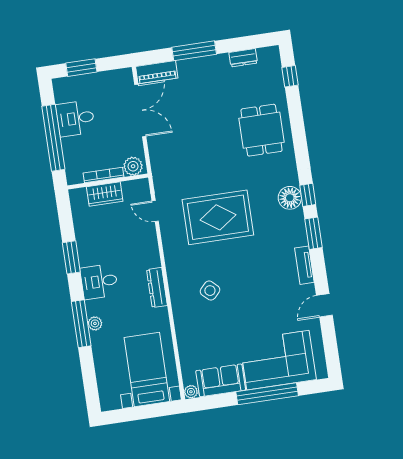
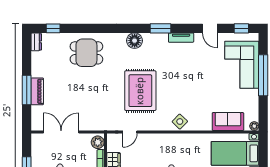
dresser: (243, 58) -> (36, 42), moved
piano: (157, 72) -> (37, 91), moved
window: (308, 195) -> (241, 28), moved
dresser: (157, 288) -> (181, 138), removed
side table: (210, 291) -> (180, 122), moved
sofa: (221, 380) -> (228, 122), moved, turned 90

